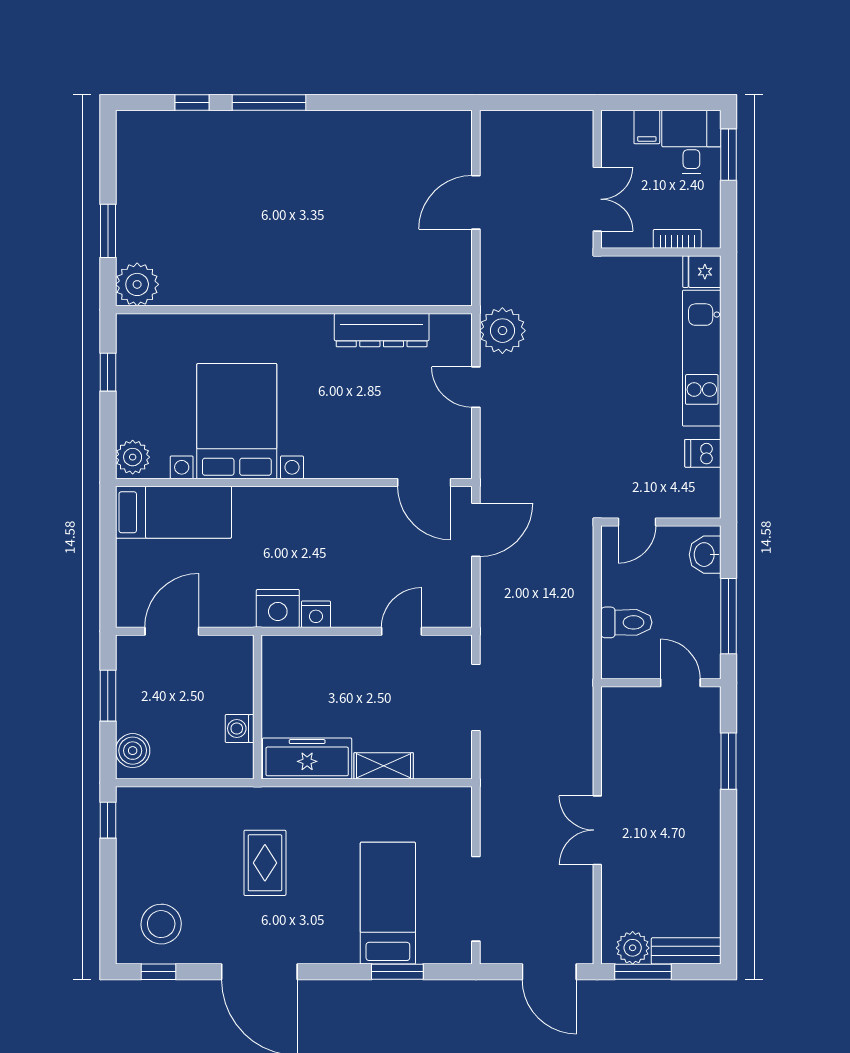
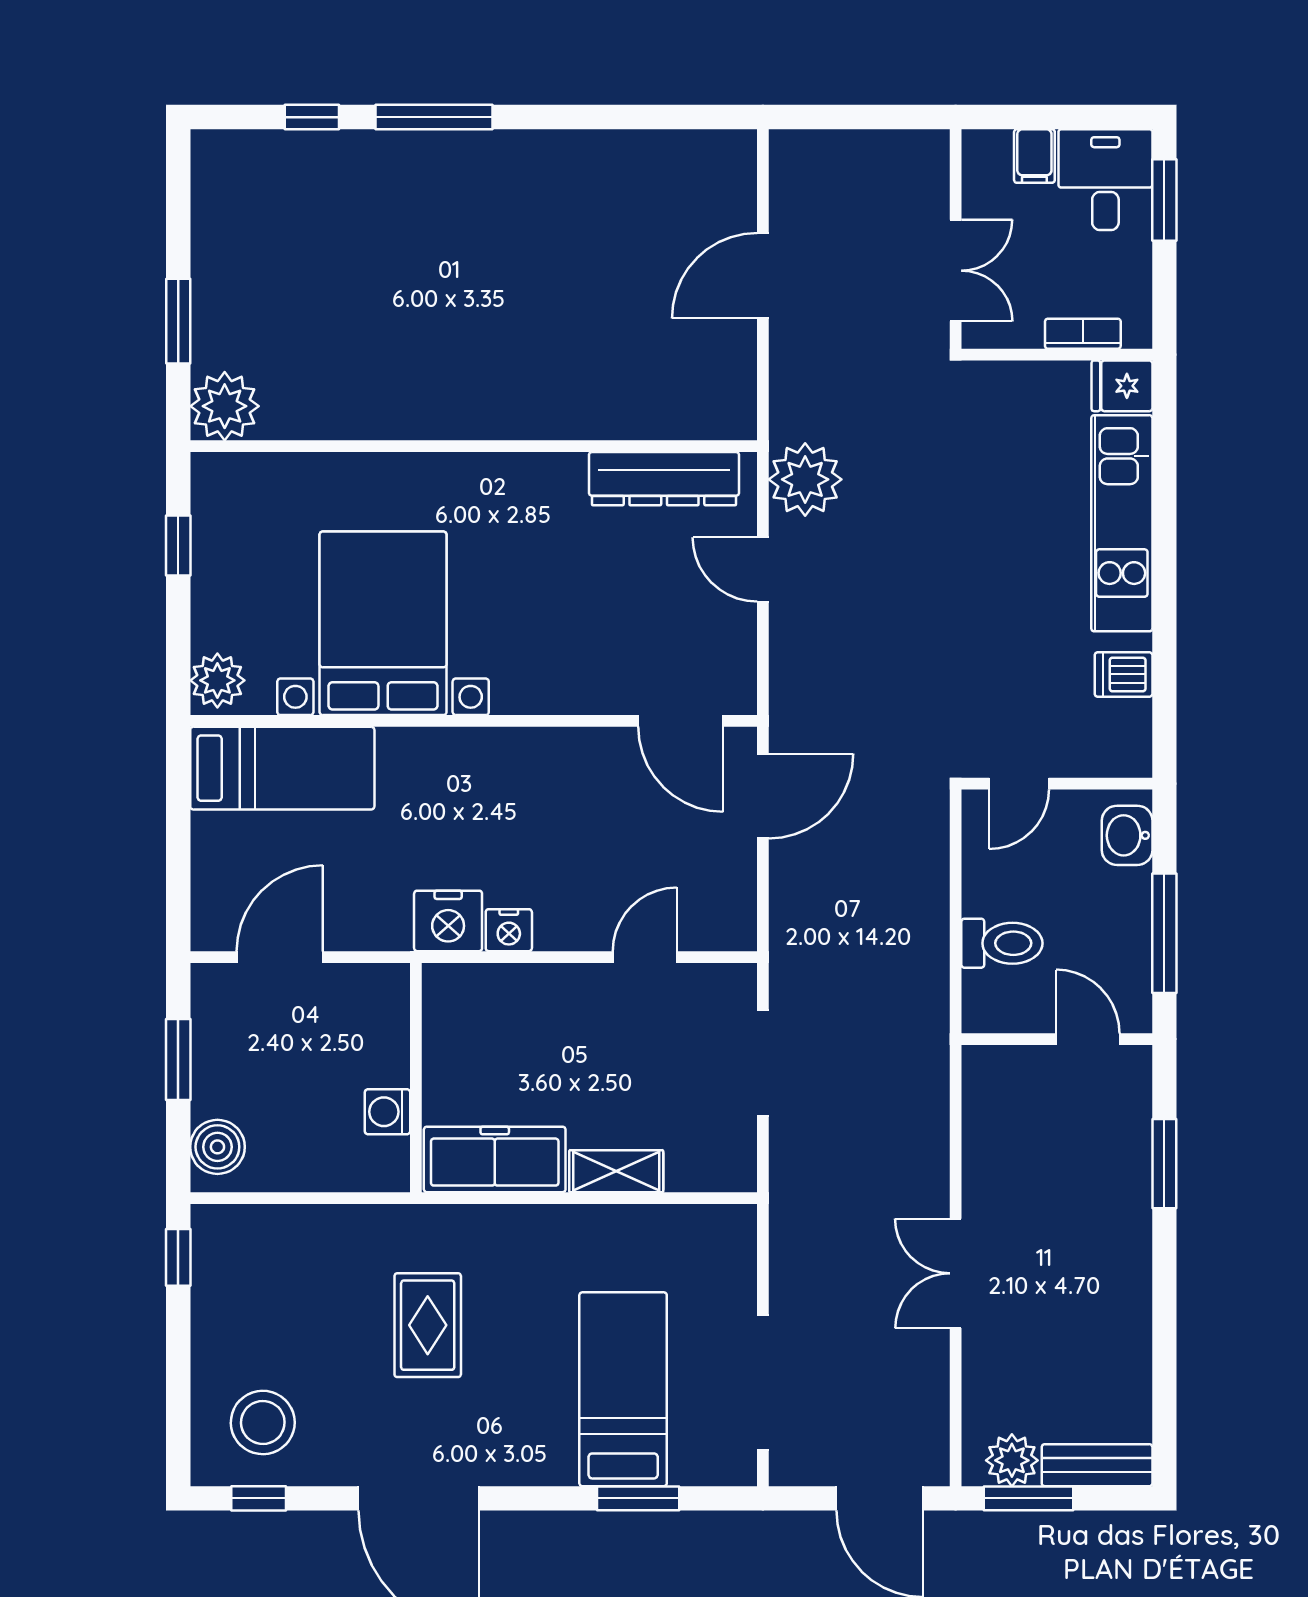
dresser: (382, 330) -> (664, 479), moved

